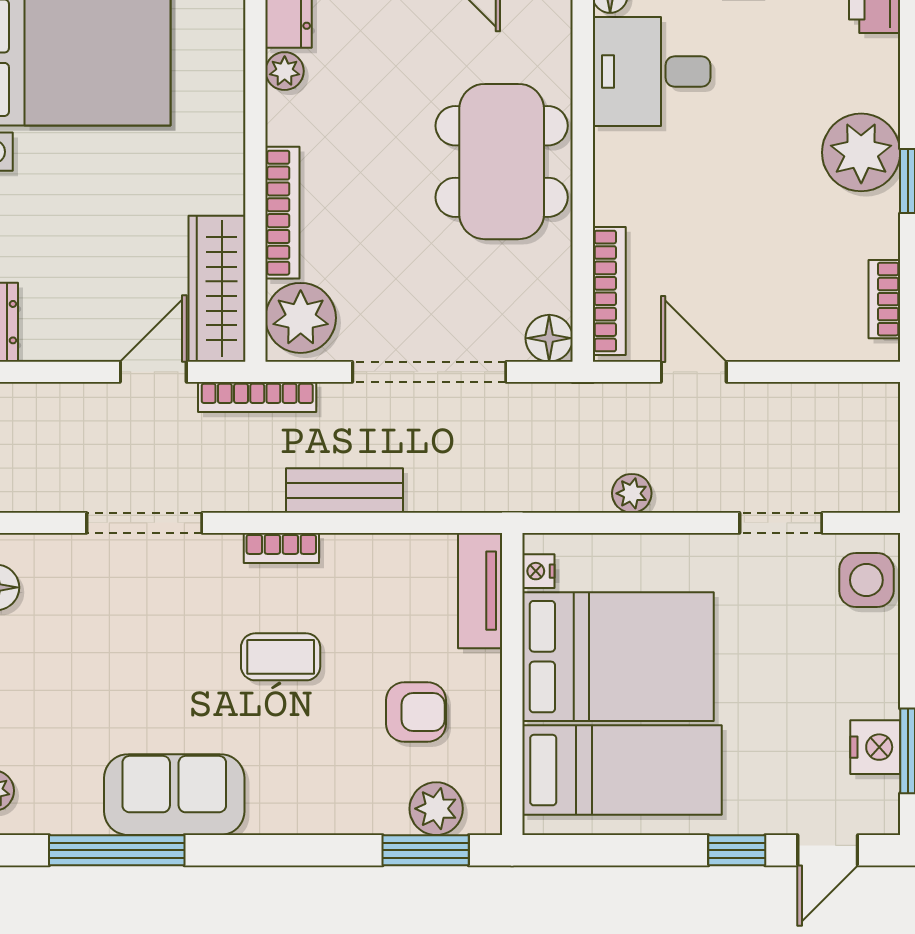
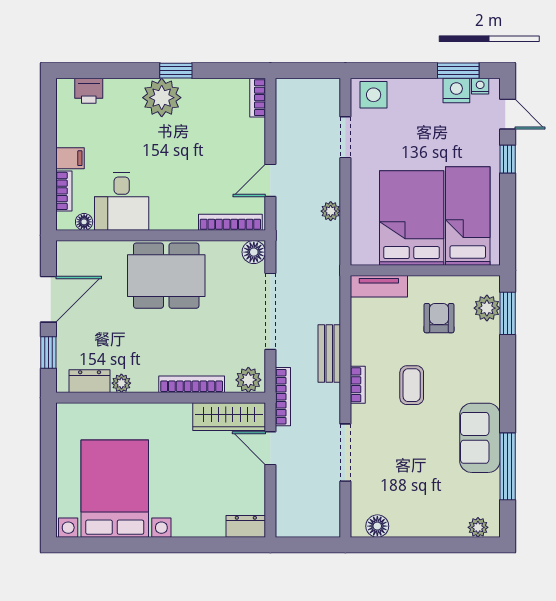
bookcase: (884, 299) -> (258, 98), moved, turned 90
plant: (301, 318) -> (248, 380), width x0.73, depth x0.73
nightstand: (538, 571) -> (480, 86), moved, turned 180

